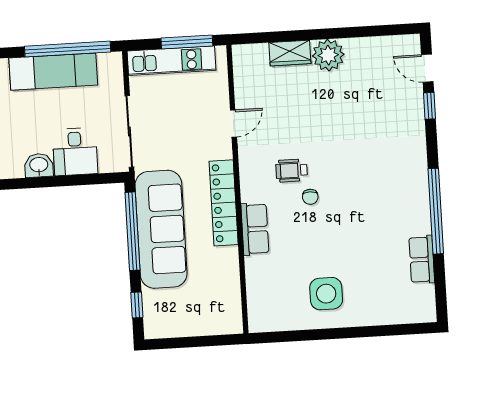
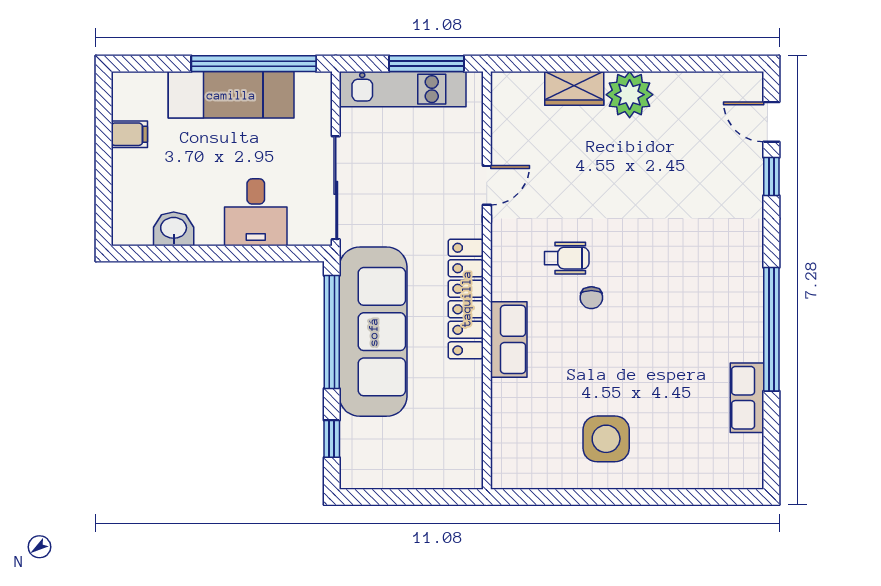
washbasin: (39, 165) -> (174, 229), moved
wheelchair: (292, 171) -> (567, 258), turned 180

